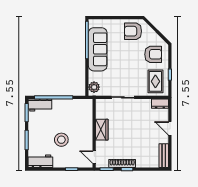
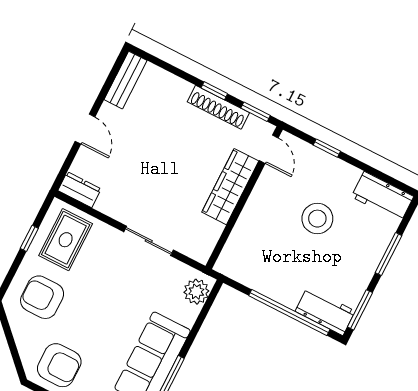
wardrobe: (102, 130) -> (230, 187), width x1.50

